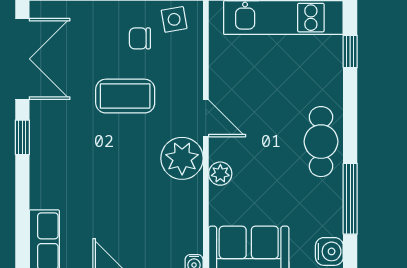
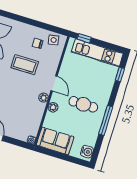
cafe table: (321, 142) -> (83, 104), moved, turned 90
plant: (182, 158) -> (44, 98), width x0.53, depth x0.53
window: (350, 199) -> (106, 120), moved

